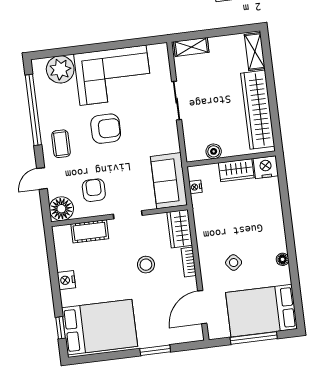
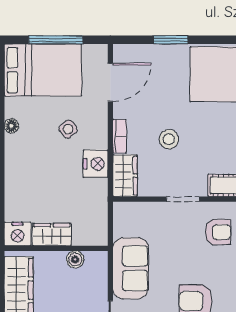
sofa: (169, 181) -> (131, 268), moved
nightstand: (195, 187) -> (96, 164), moved, width x1.89, depth x1.79
armchair: (94, 190) -> (218, 232), turned -90

